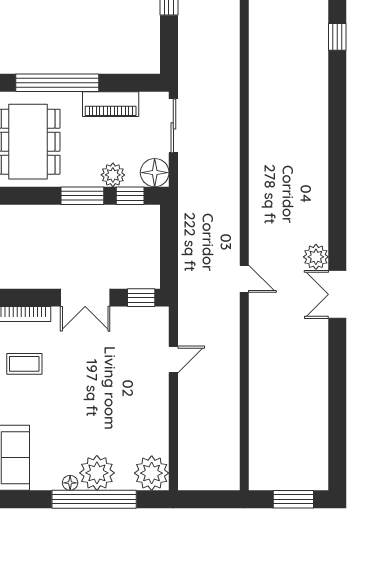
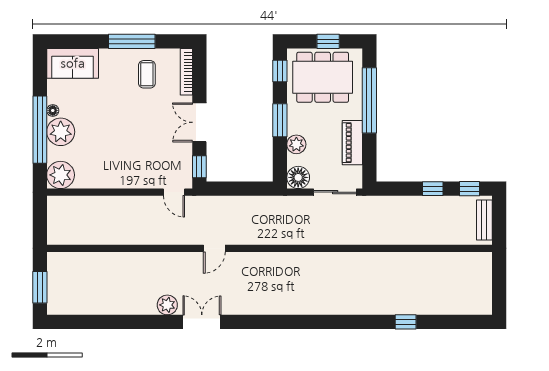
window: (130, 196) -> (280, 71), moved
plant: (316, 257) -> (167, 305), moved
door: (173, 360) -> (174, 192), moved

